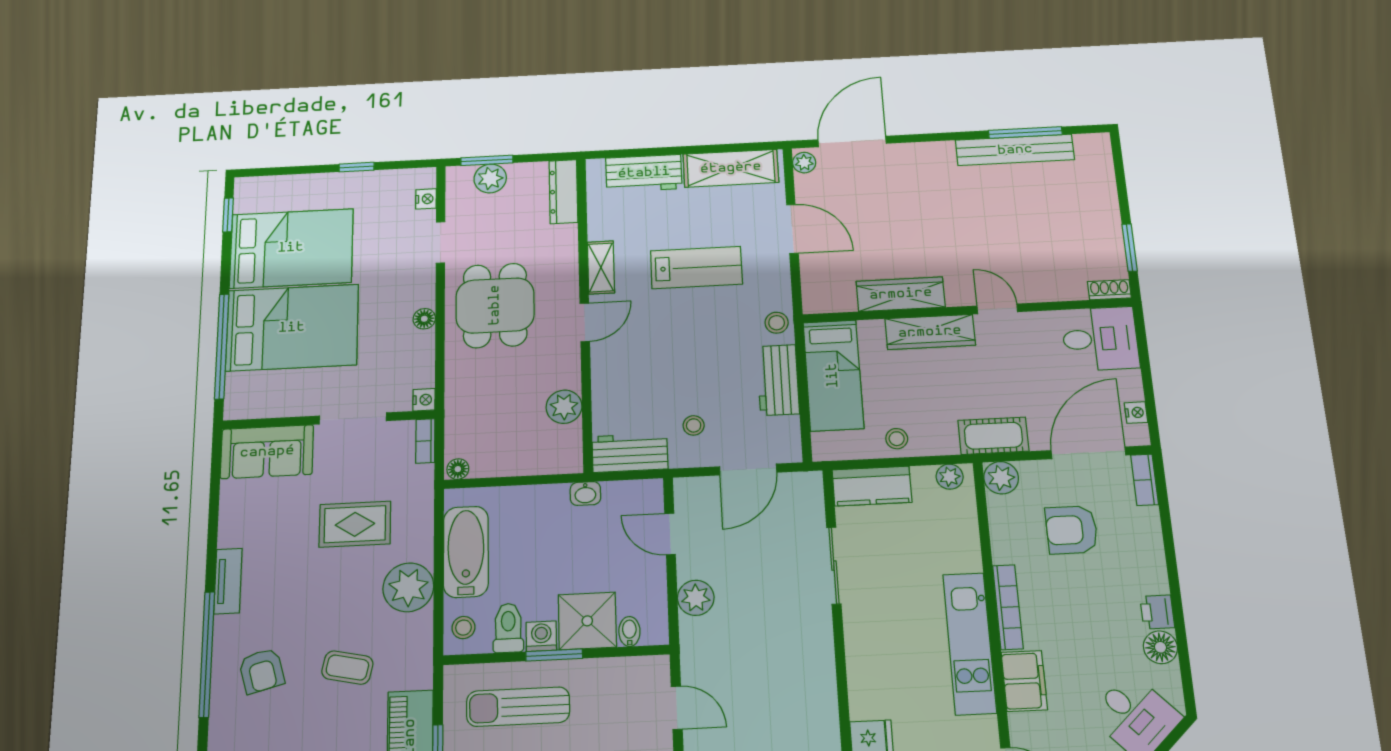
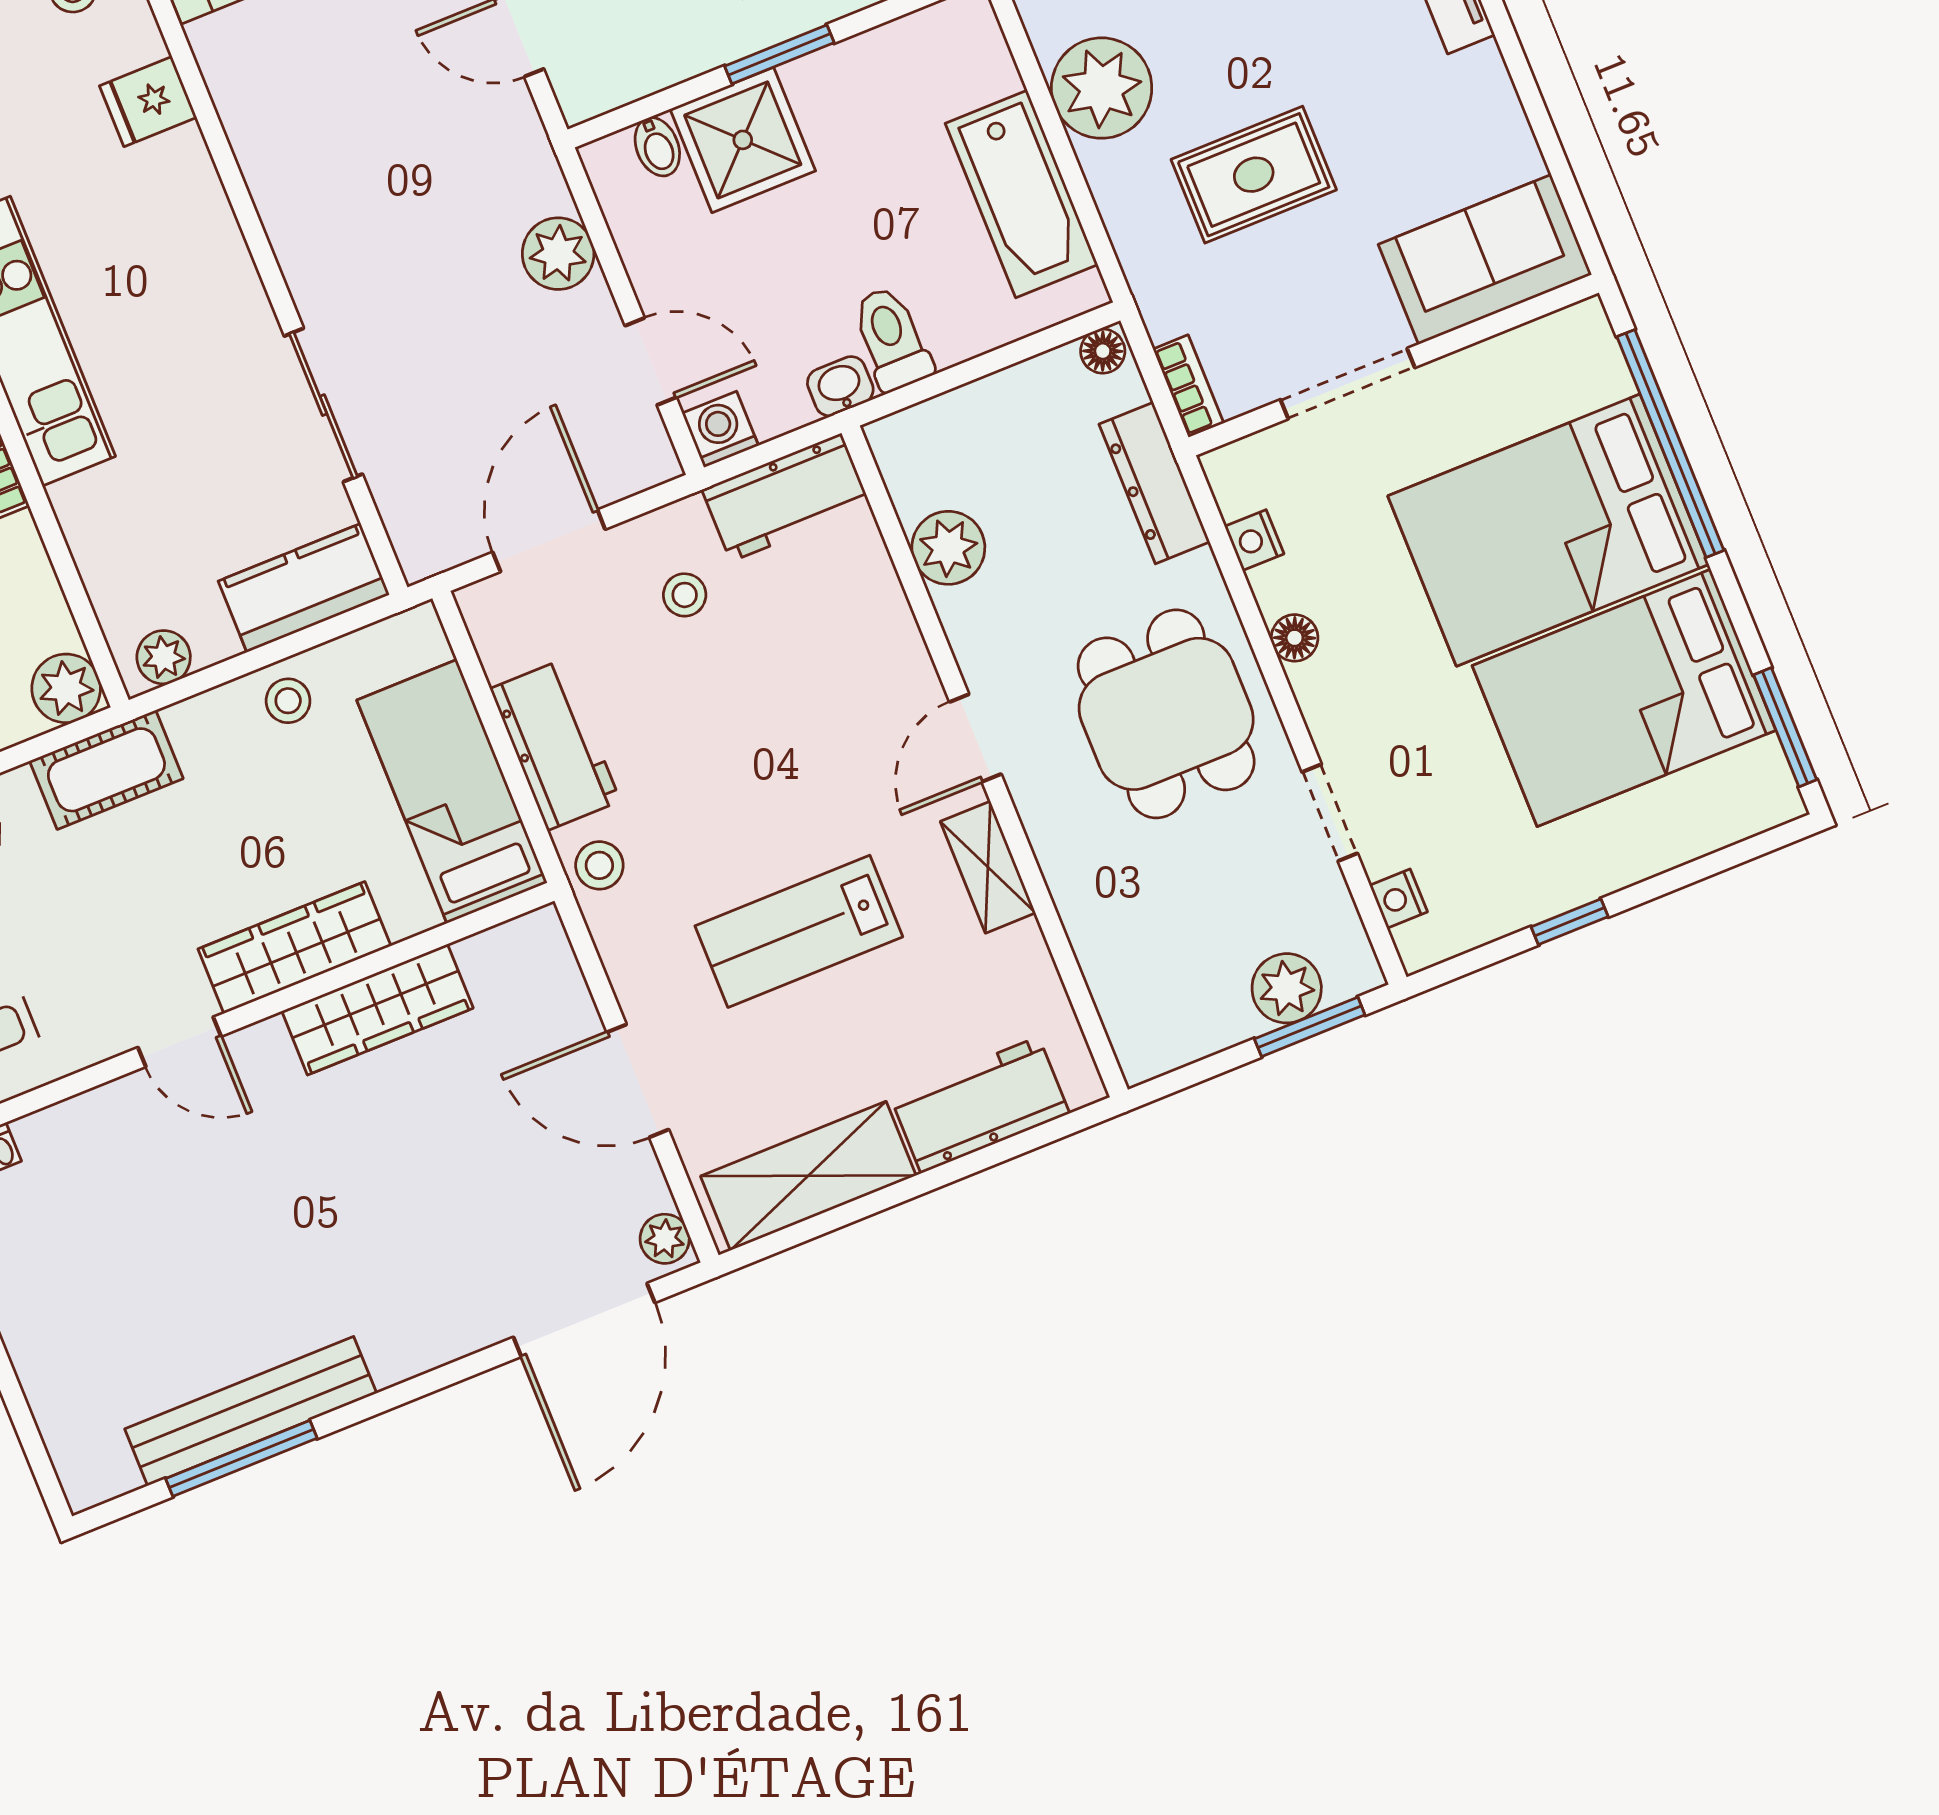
dresser: (563, 192) -> (1154, 483), moved, turned 180
window: (228, 215) -> (1785, 727), width x1.50
nightstand: (424, 400) -> (1254, 540), moved
stool: (463, 628) -> (967, 48), removed
toilet: (508, 628) -> (892, 339), moved, turned 180
washing machine: (541, 636) -> (720, 429), moved, turned 180

